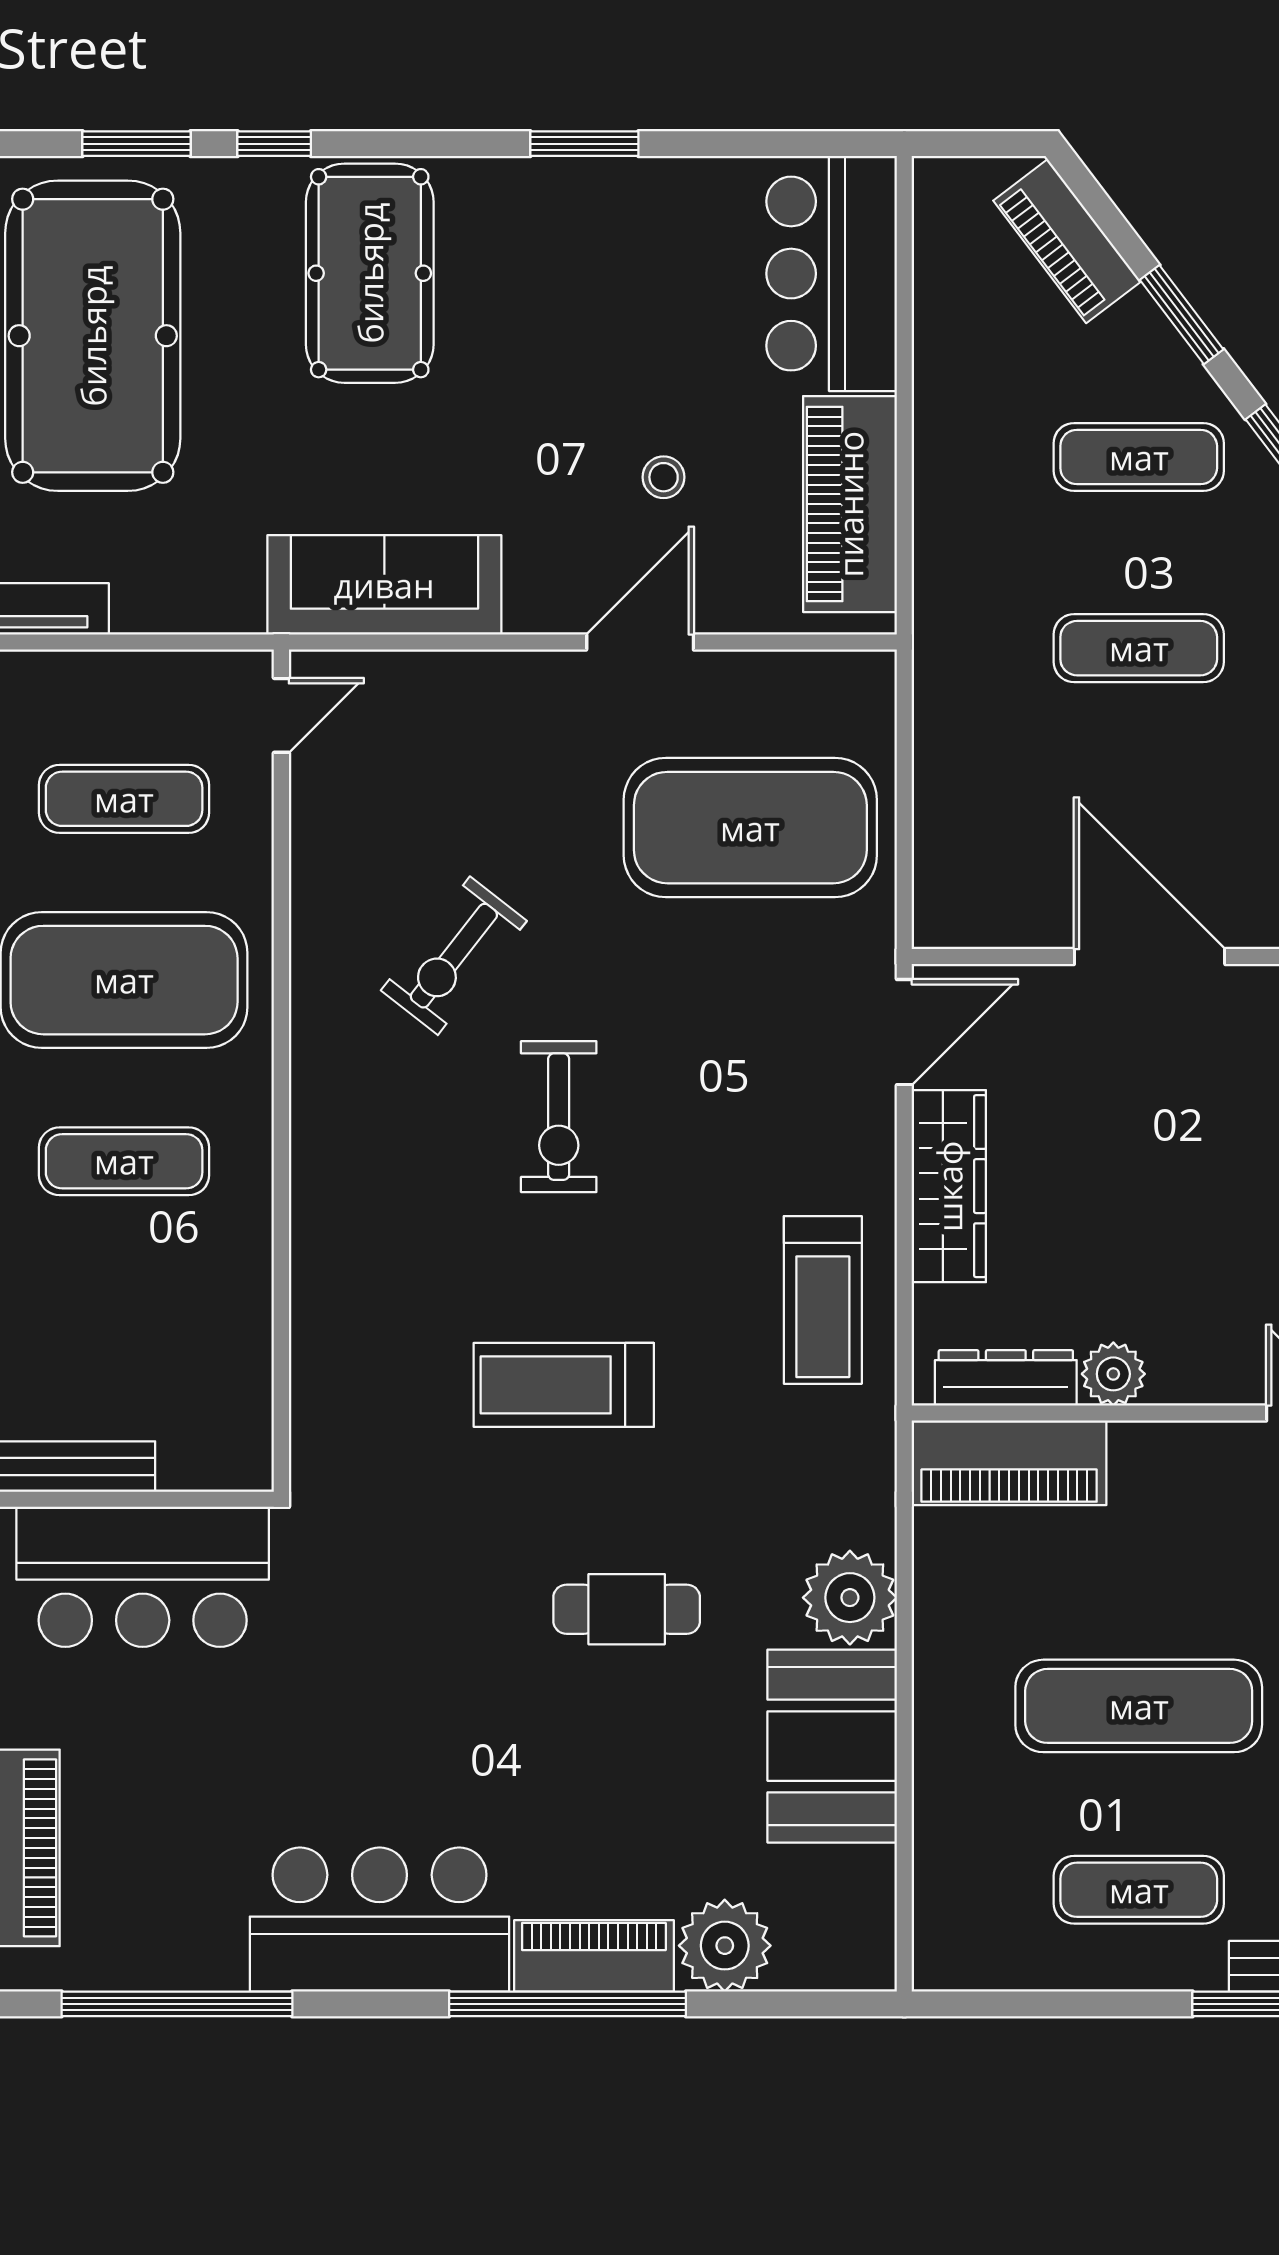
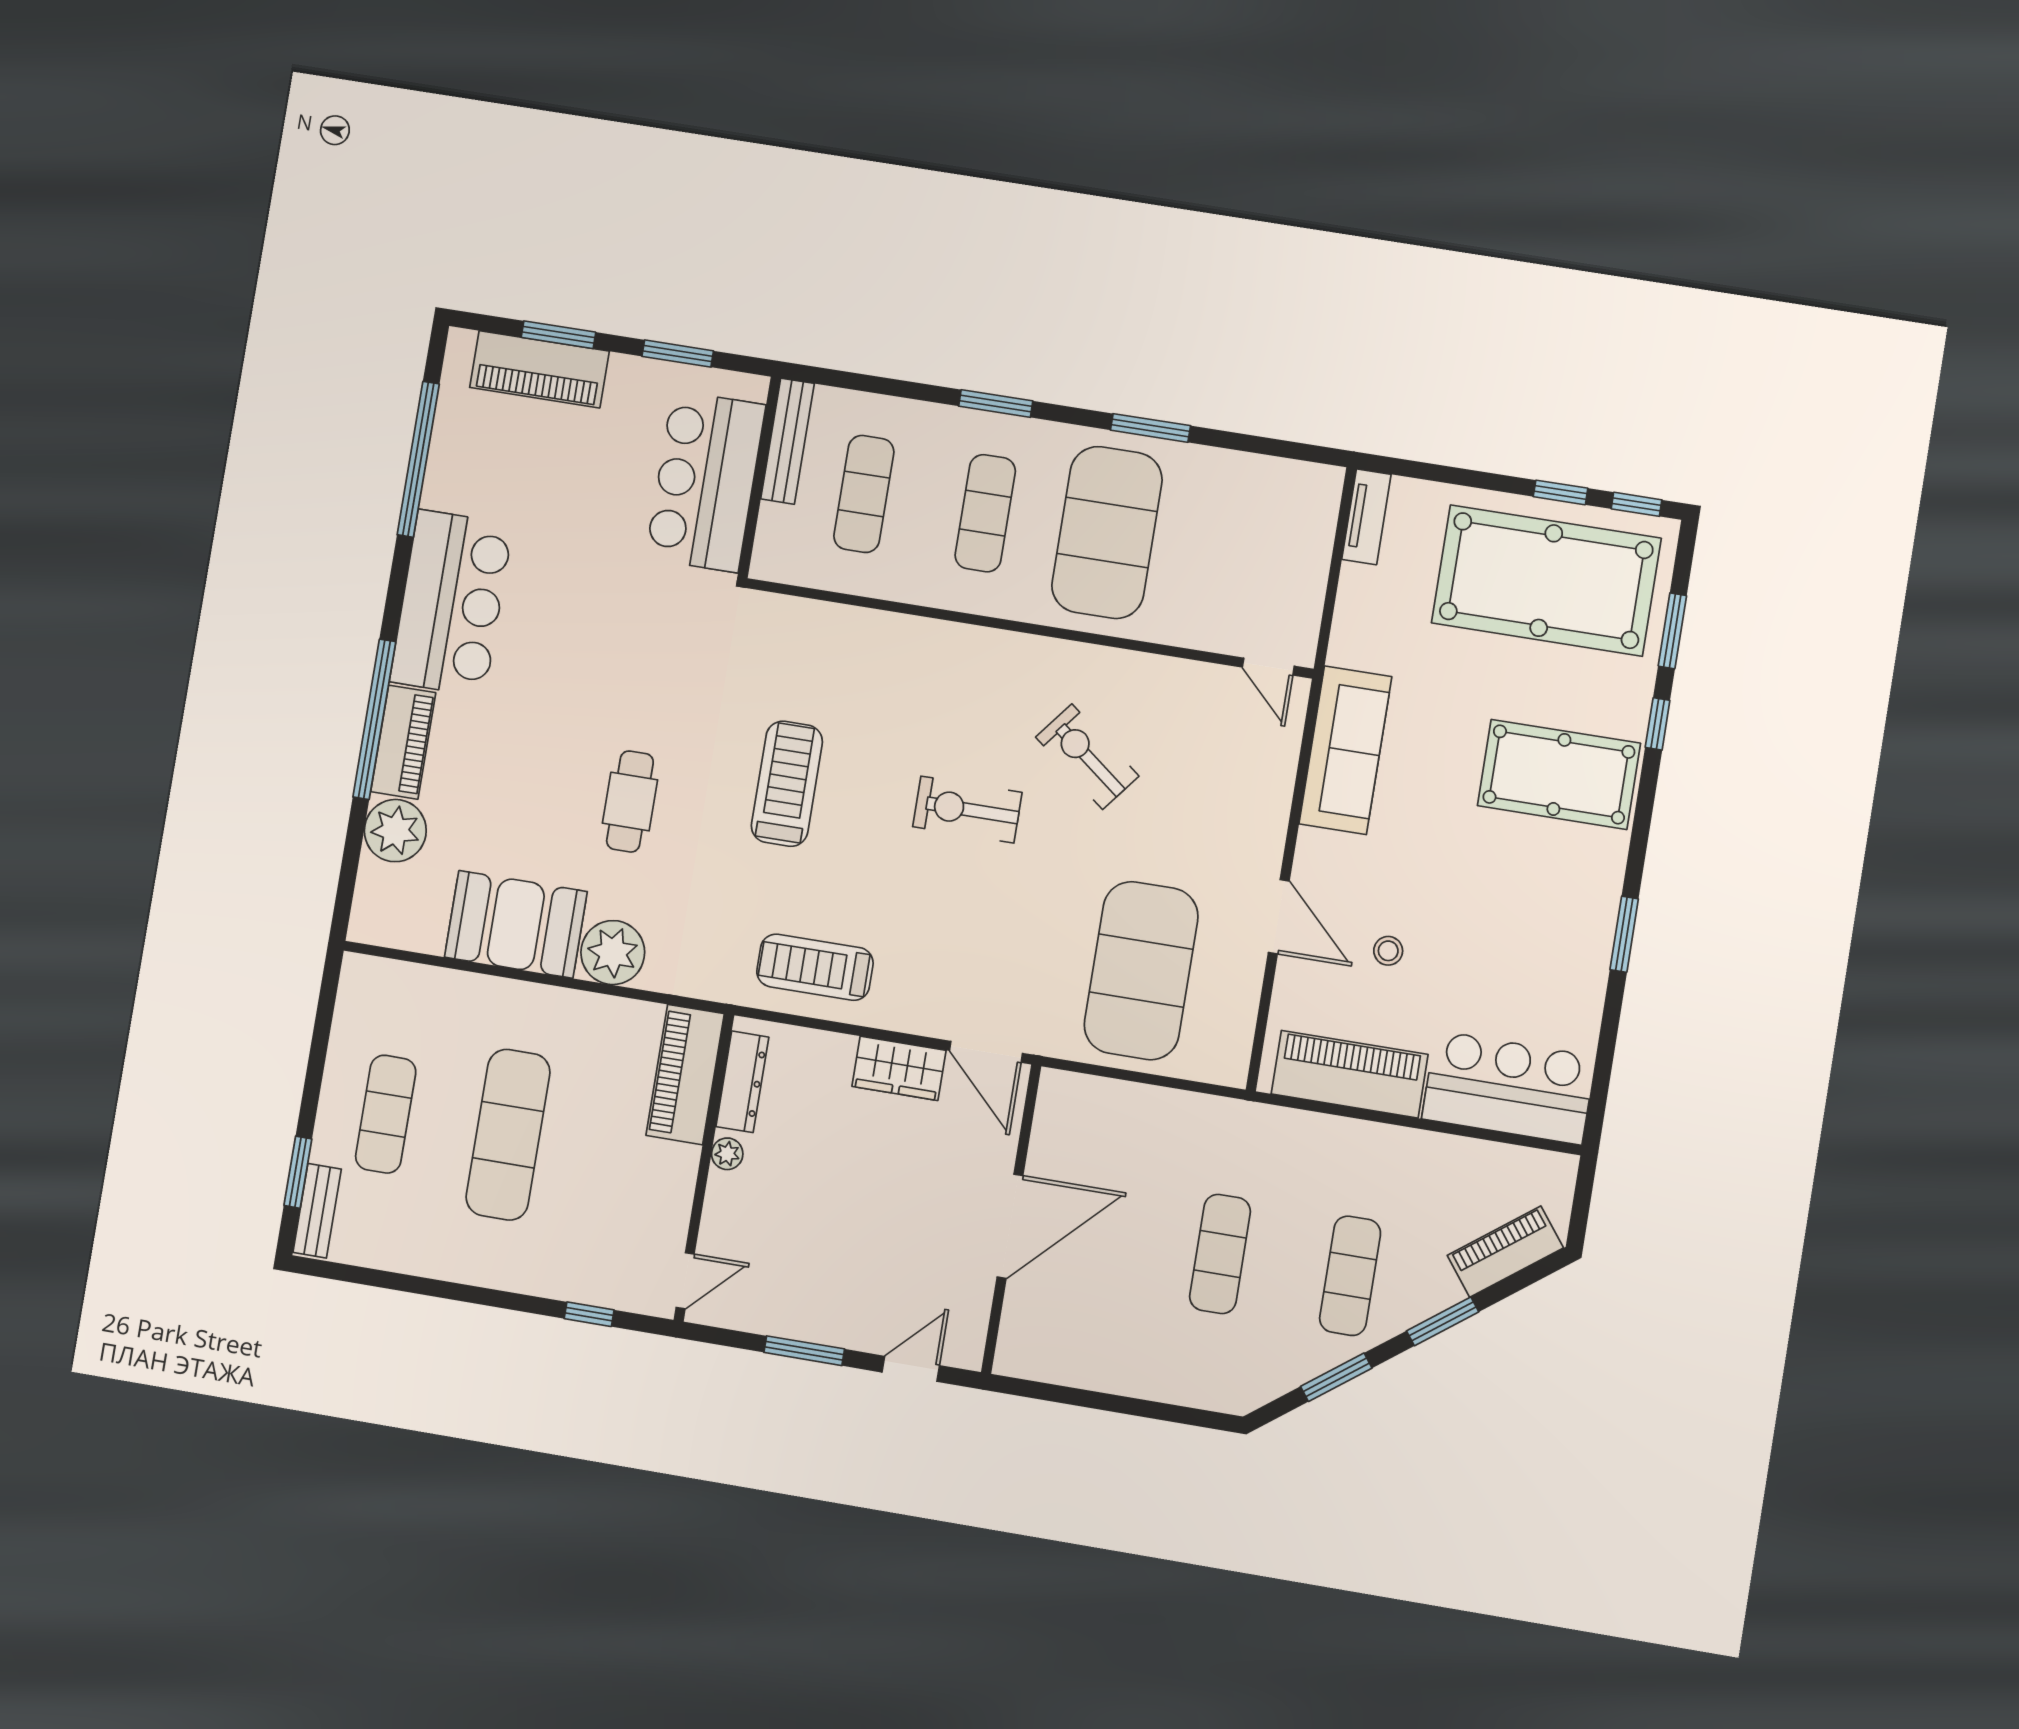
exercise mat: (124, 799) -> (864, 494), moved
wardrobe: (949, 1186) -> (899, 1068), width x0.67
plant: (1113, 1374) -> (727, 1154), width x0.73, depth x0.73

